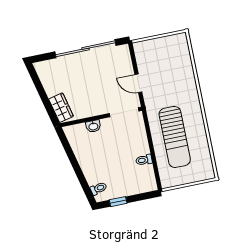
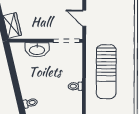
washbasin: (93, 126) -> (37, 50), width x1.91, depth x1.45

